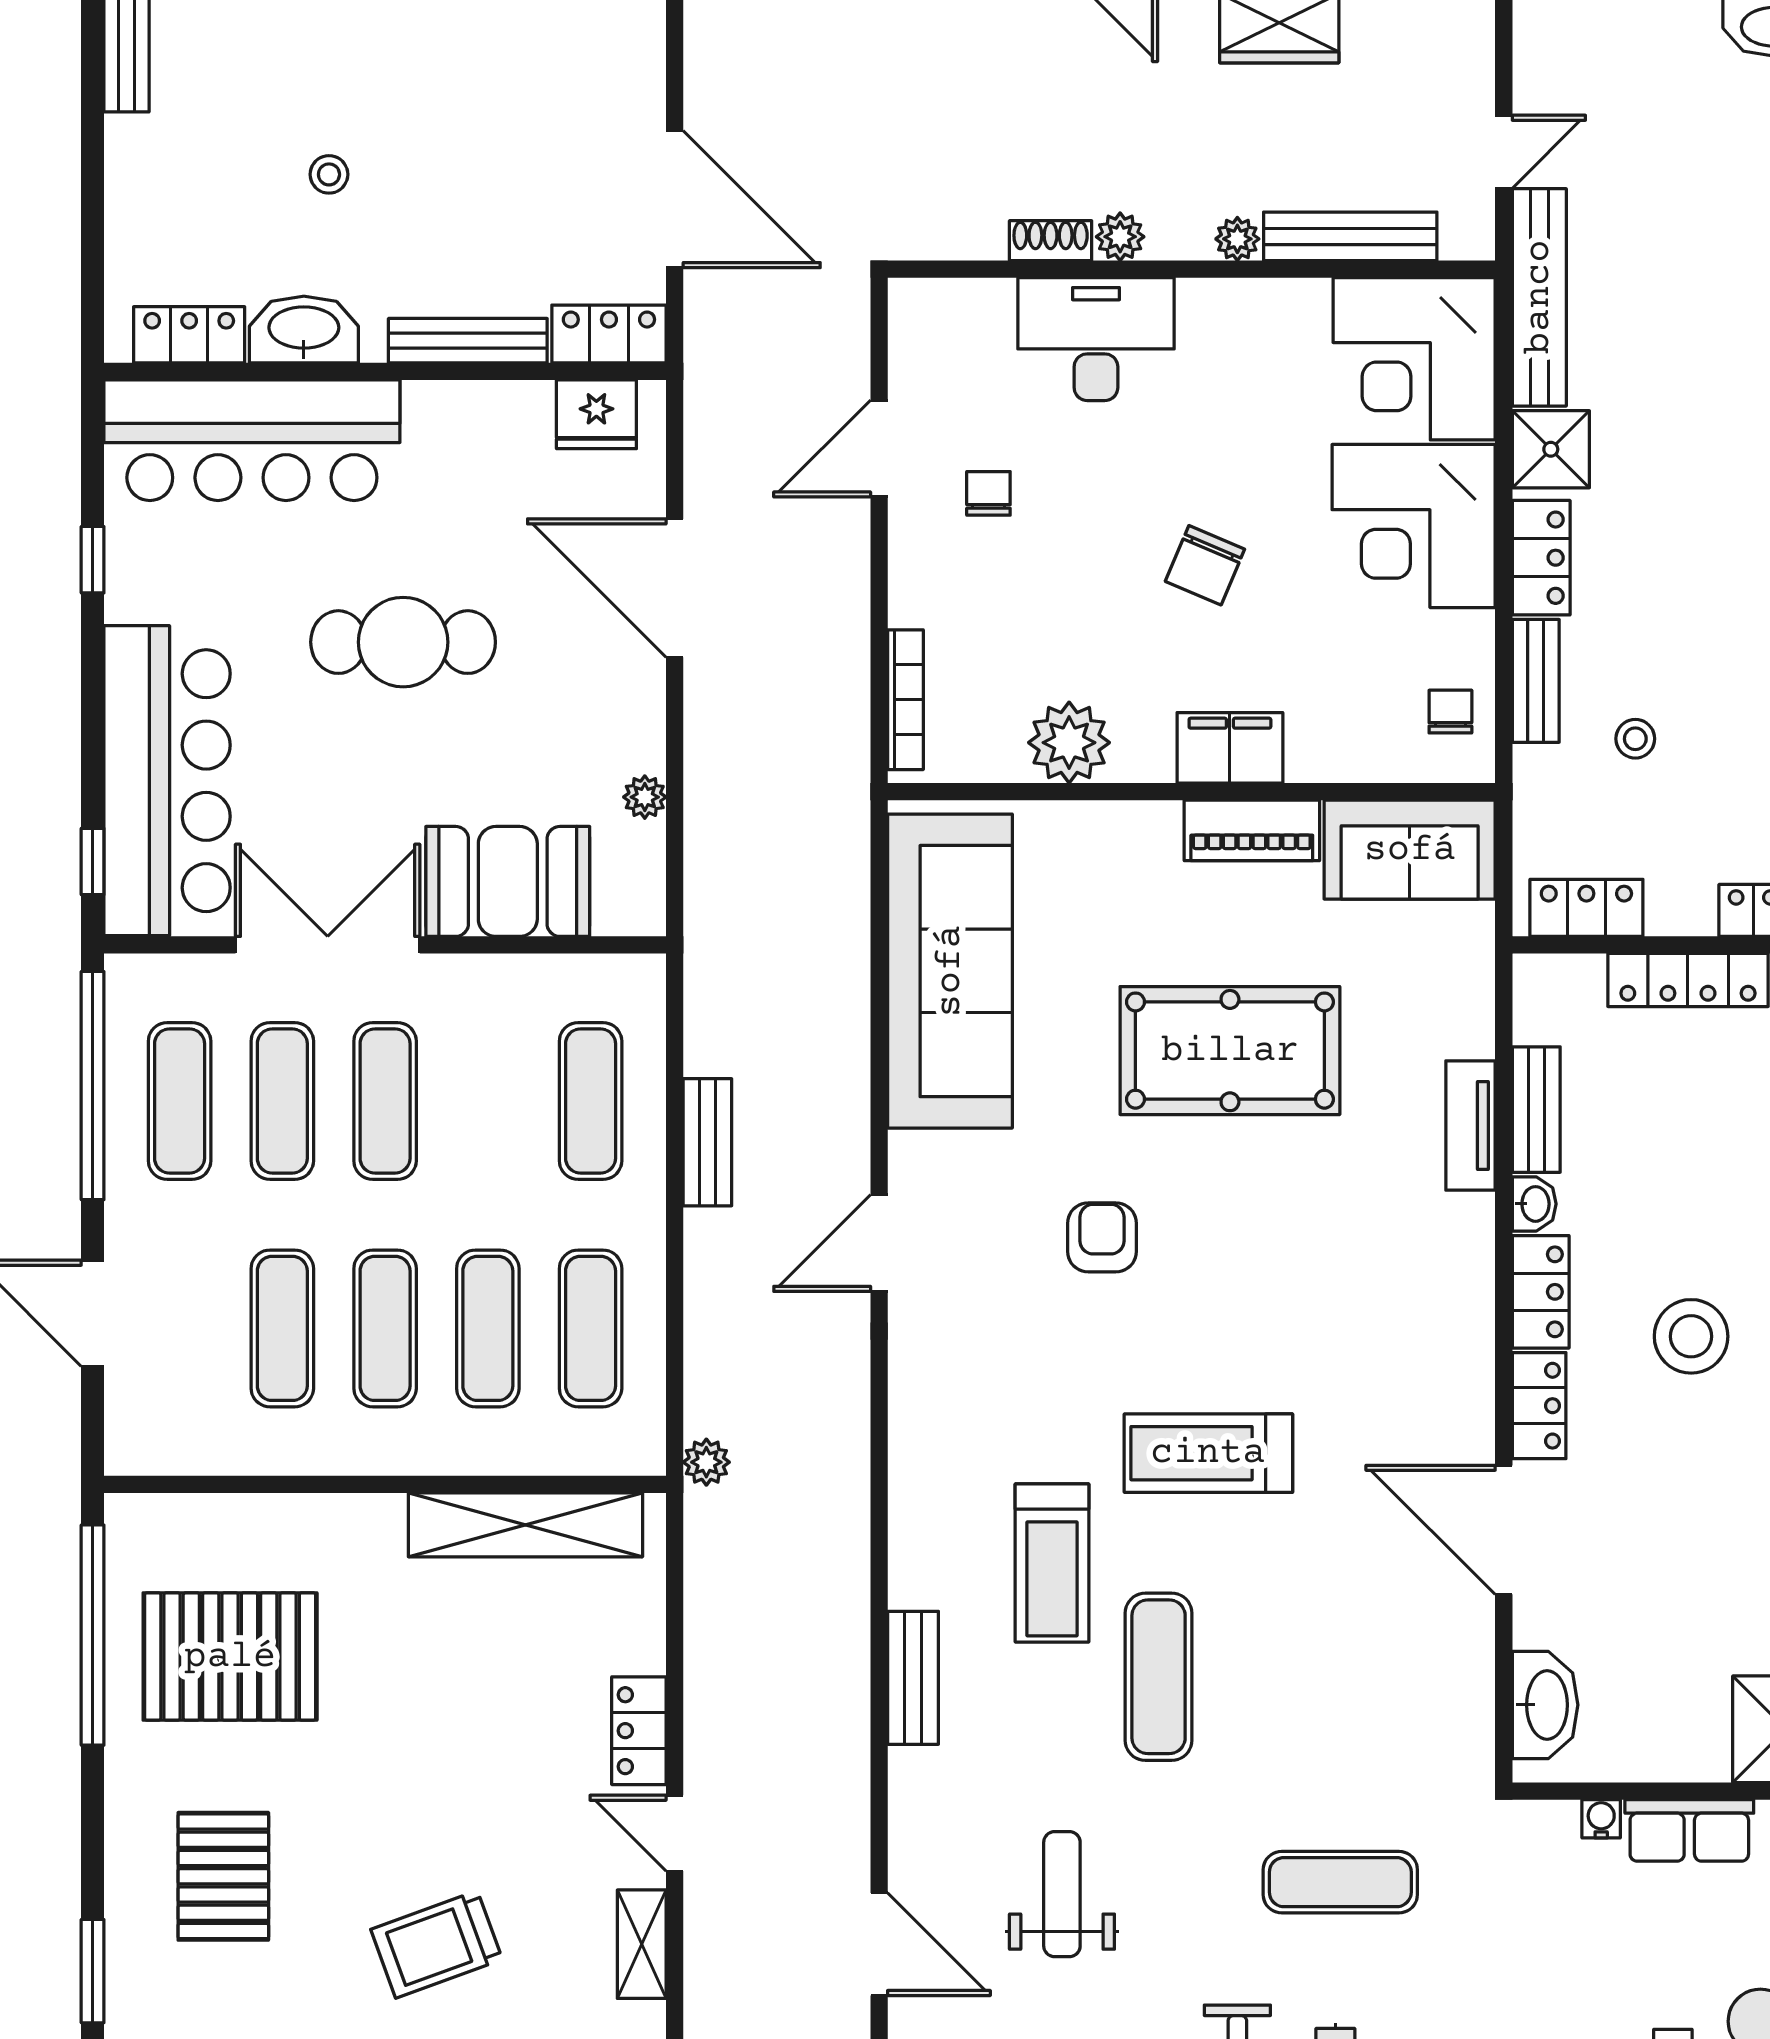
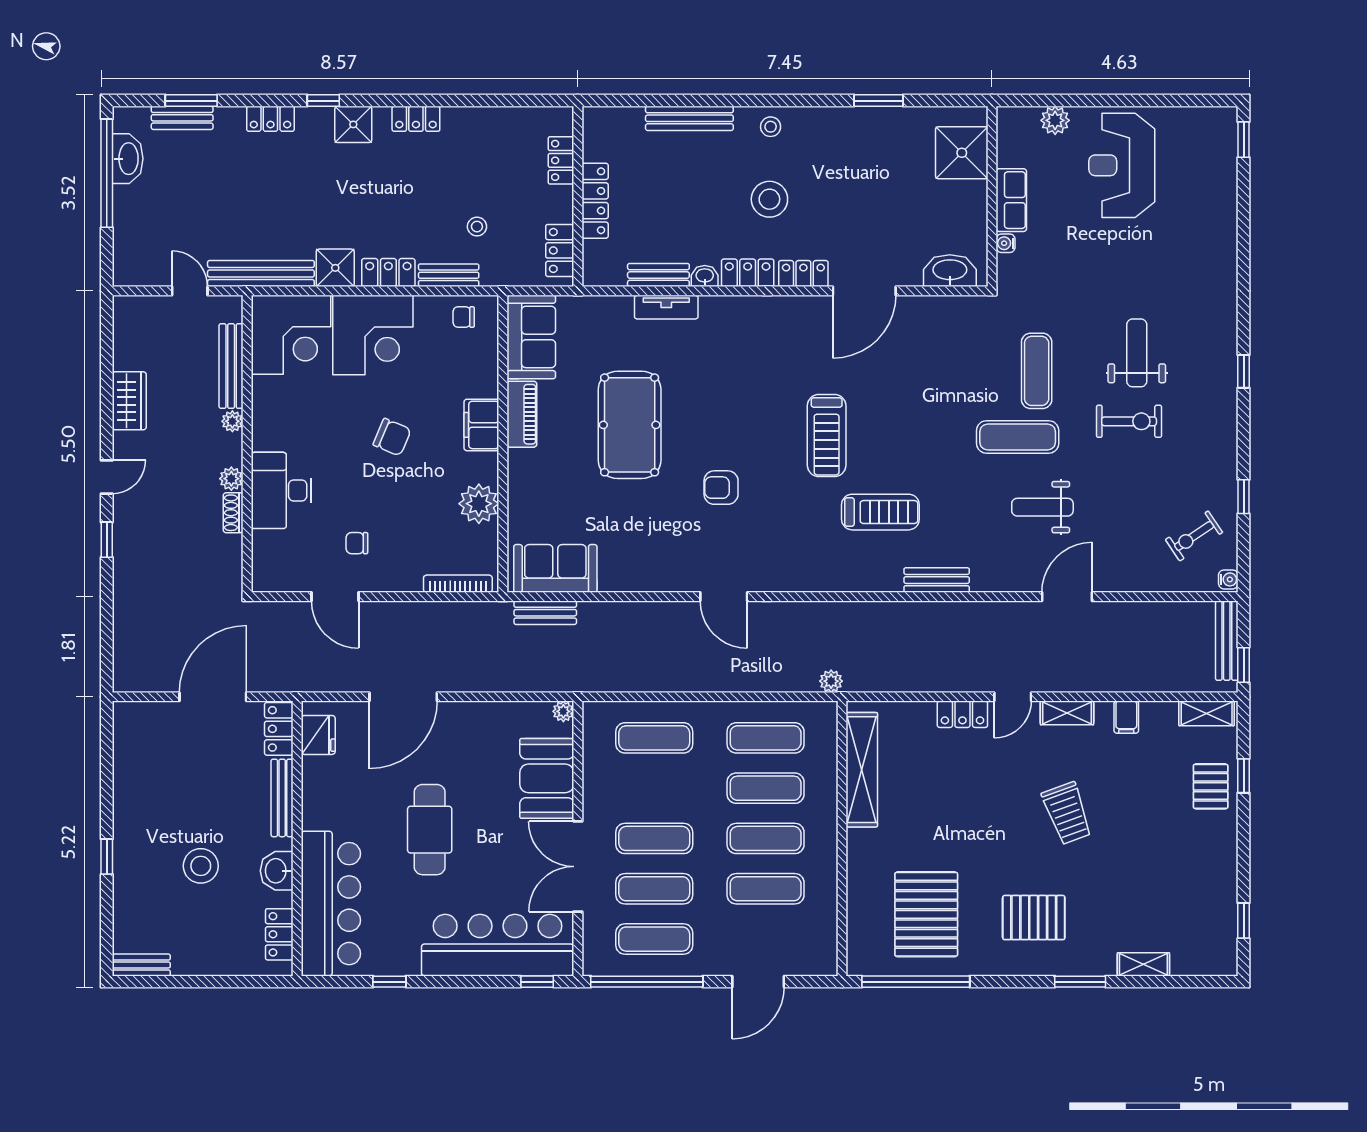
stool: (329, 174) -> (201, 866), width x1.89, depth x1.89
washbasin: (304, 330) -> (277, 871), width x0.72
plant: (645, 797) -> (563, 711), moved
sofa: (950, 971) -> (555, 568), width x0.54, depth x0.79
bench: (707, 1142) -> (545, 613), moved
exercise mat: (1159, 1677) -> (1018, 437), moved

